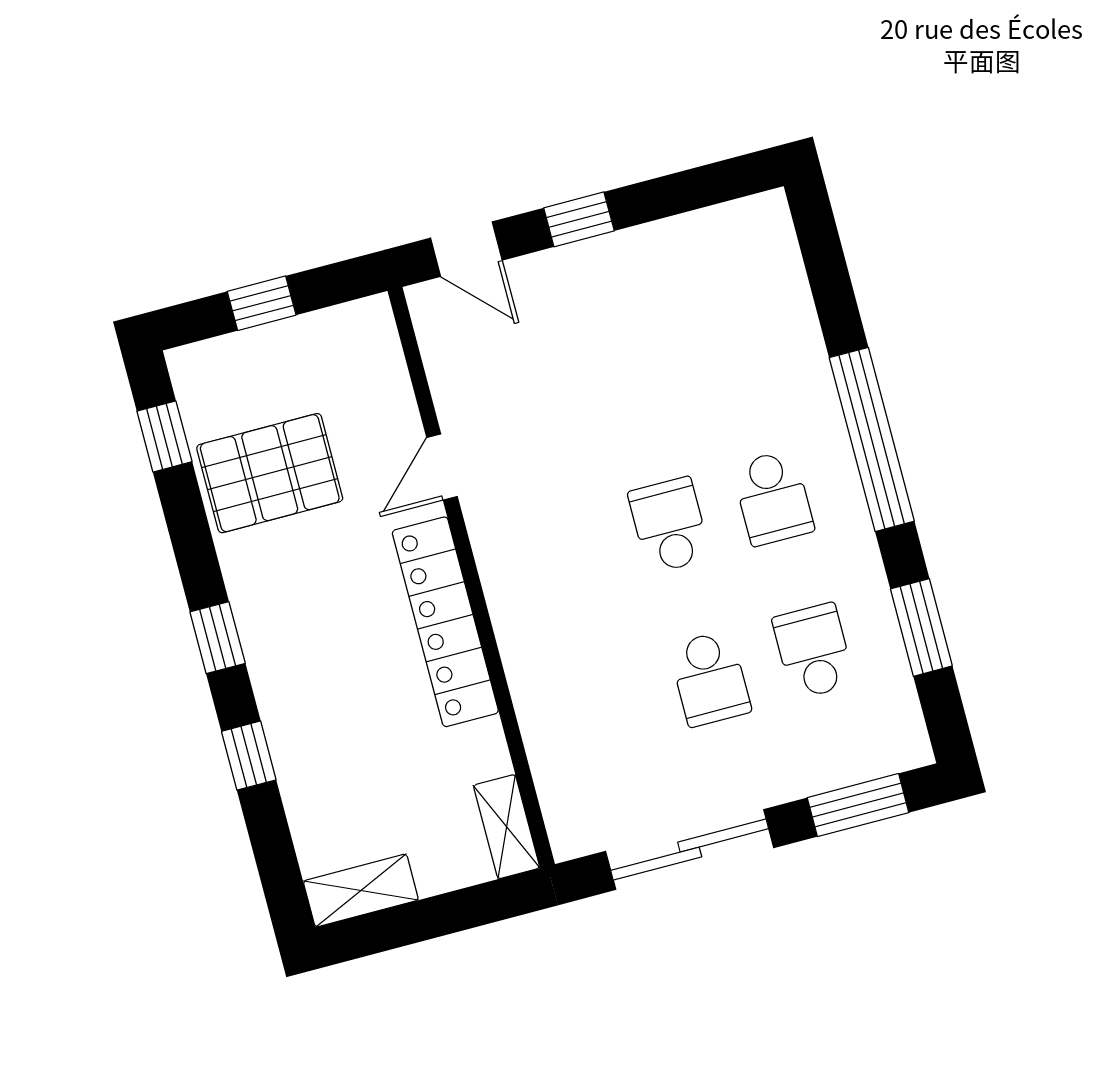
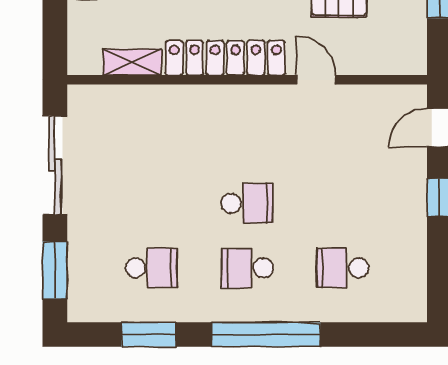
school desk: (710, 679) -> (343, 268), moved
shelving: (507, 827) -> (132, 62), moved

